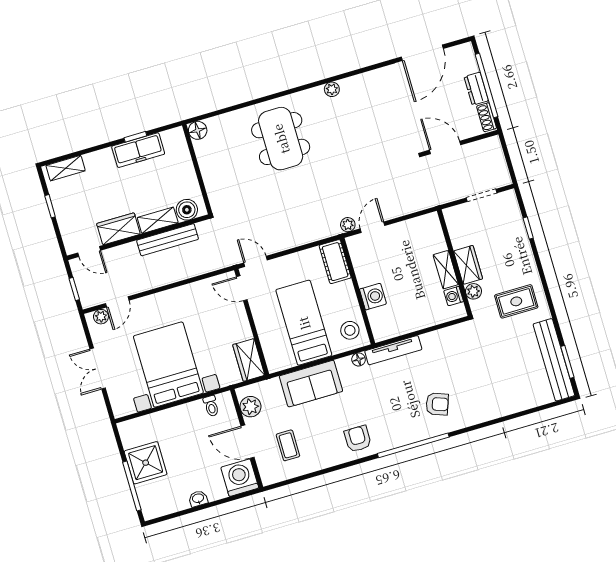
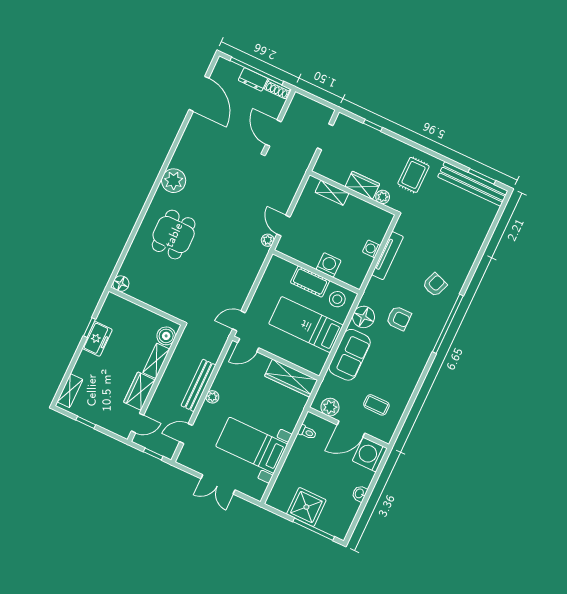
plant: (332, 89) -> (174, 181), width x1.88, depth x1.88
dining table: (281, 139) -> (174, 235), width x0.73
door: (445, 147) -> (273, 133), hinge flipped
freezer: (138, 150) -> (97, 339), width x0.71
bench: (168, 240) -> (198, 385), moved
cot: (335, 262) -> (310, 282), moved
shelving: (446, 270) -> (332, 193), moved
washing machine: (454, 296) -> (372, 249), moved, turned 90
door: (117, 302) -> (186, 434), swing flipped
plant: (101, 317) -> (212, 397), moved
tv unit: (393, 350) -> (387, 256), moved
floor lamp: (359, 359) -> (364, 317), width x1.89, depth x1.89
wardrobe: (249, 360) -> (291, 378), width x1.50
bed with nightstands: (168, 365) -> (252, 445), width x0.73
armchair: (358, 439) -> (399, 318), moved, turned 180

